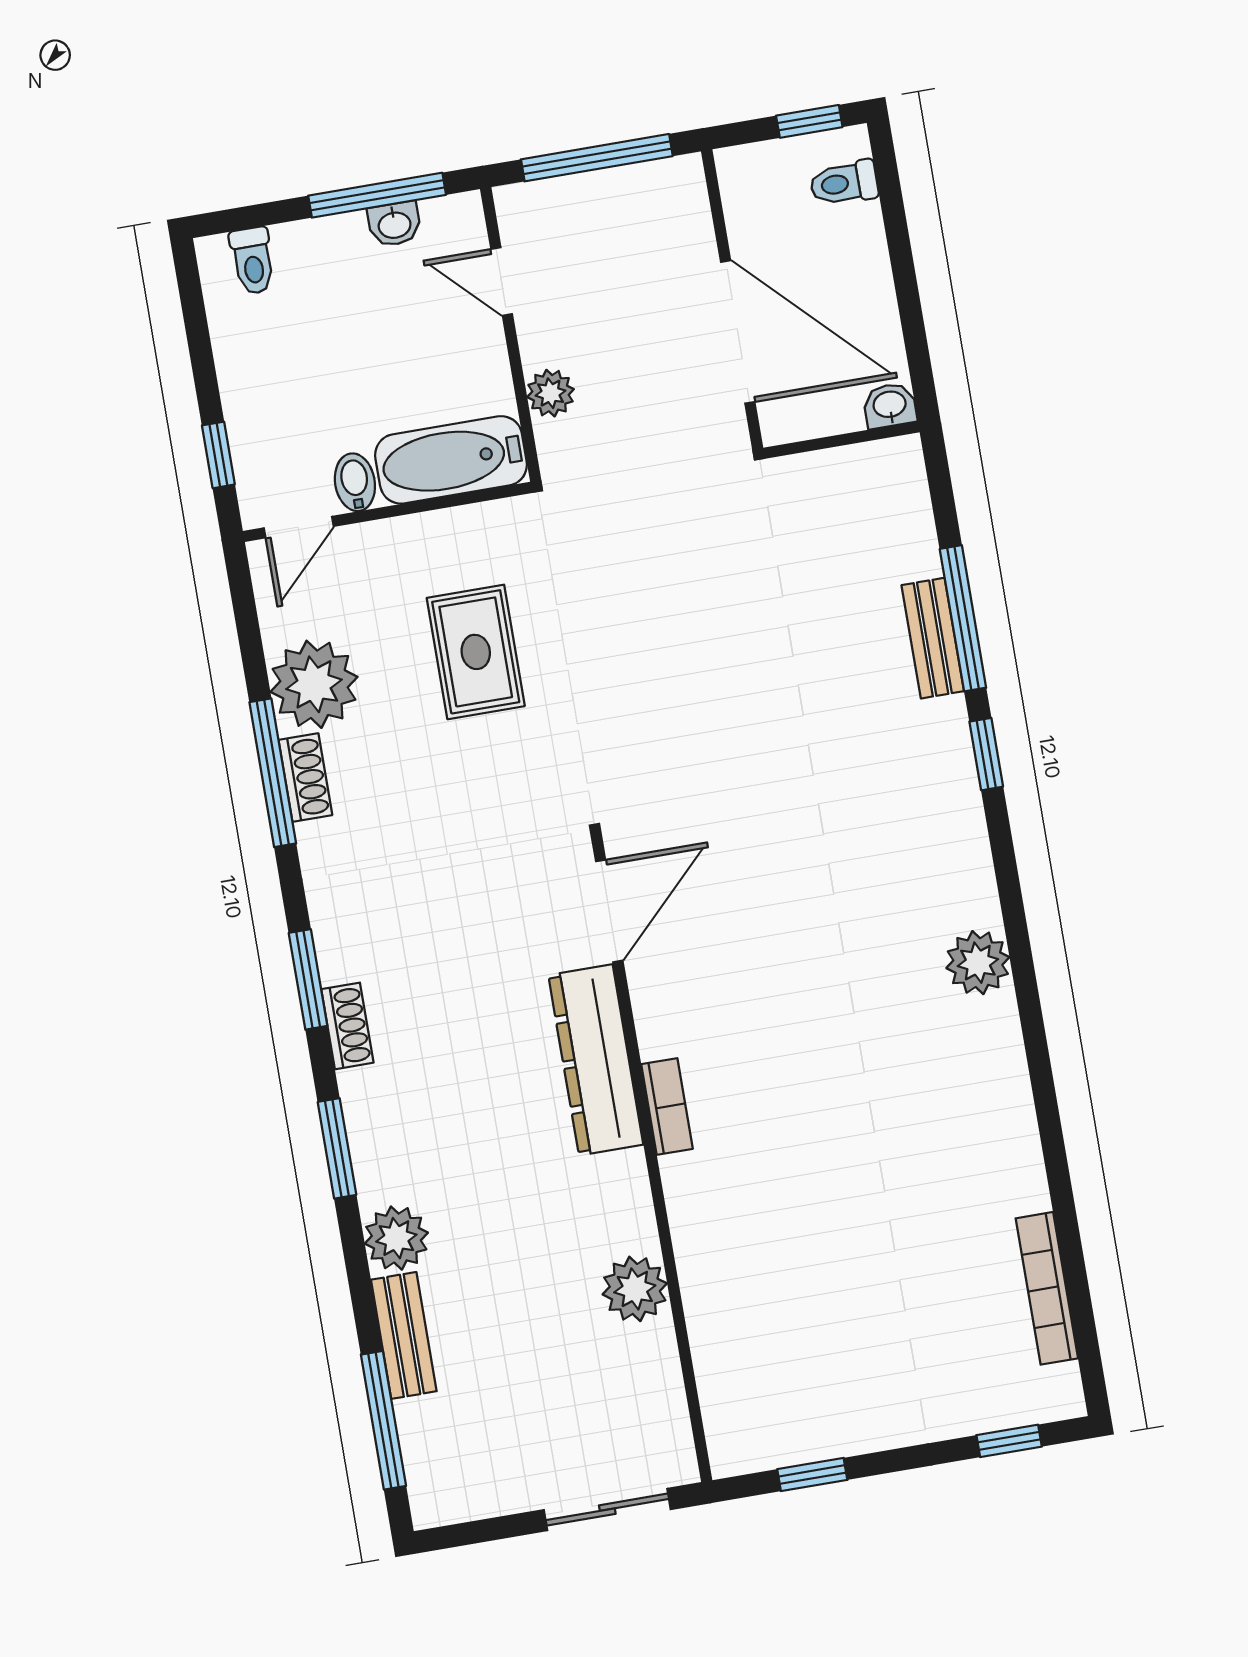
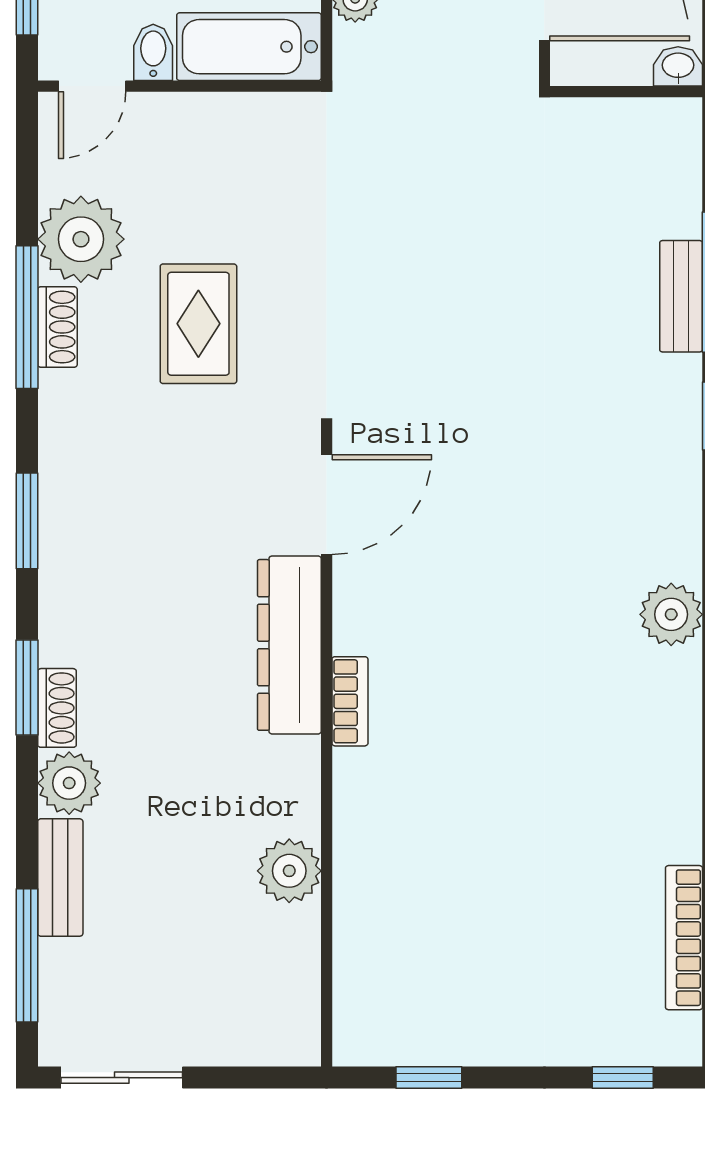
rug: (476, 652) -> (198, 324), moved
shoe rack: (347, 1026) -> (57, 708), moved
sliding door: (607, 1510) -> (122, 1078), moved

